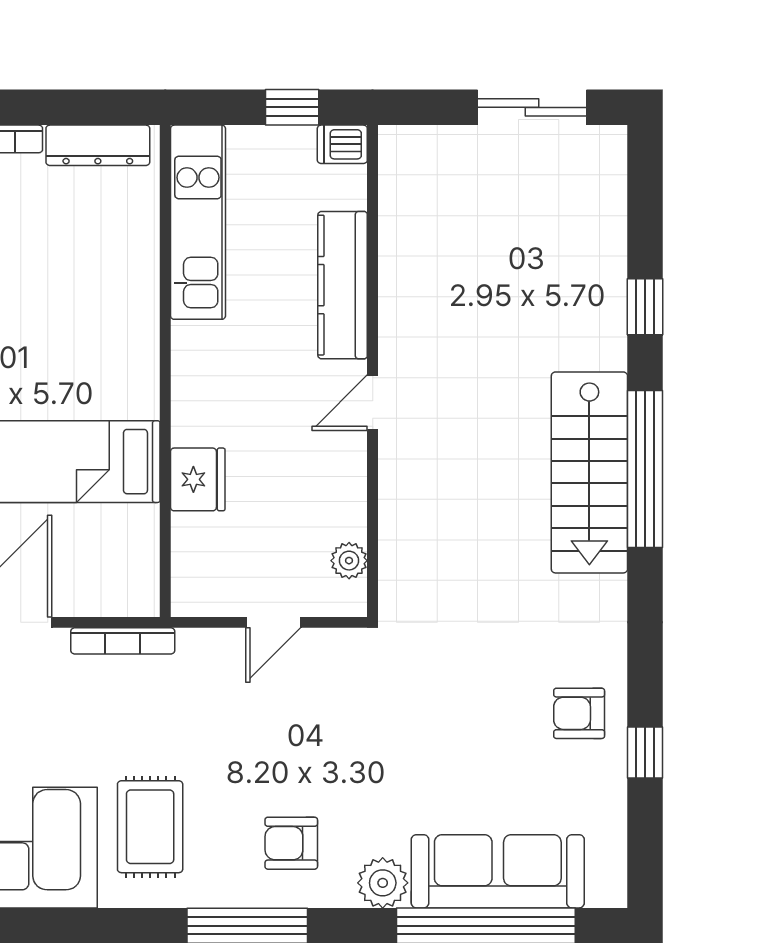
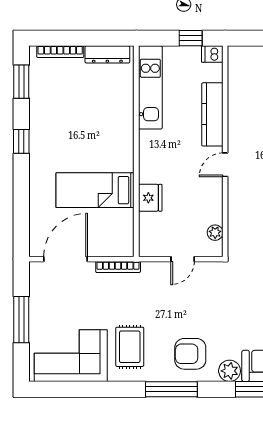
armchair: (291, 843) -> (190, 354), width x1.38, depth x1.38

